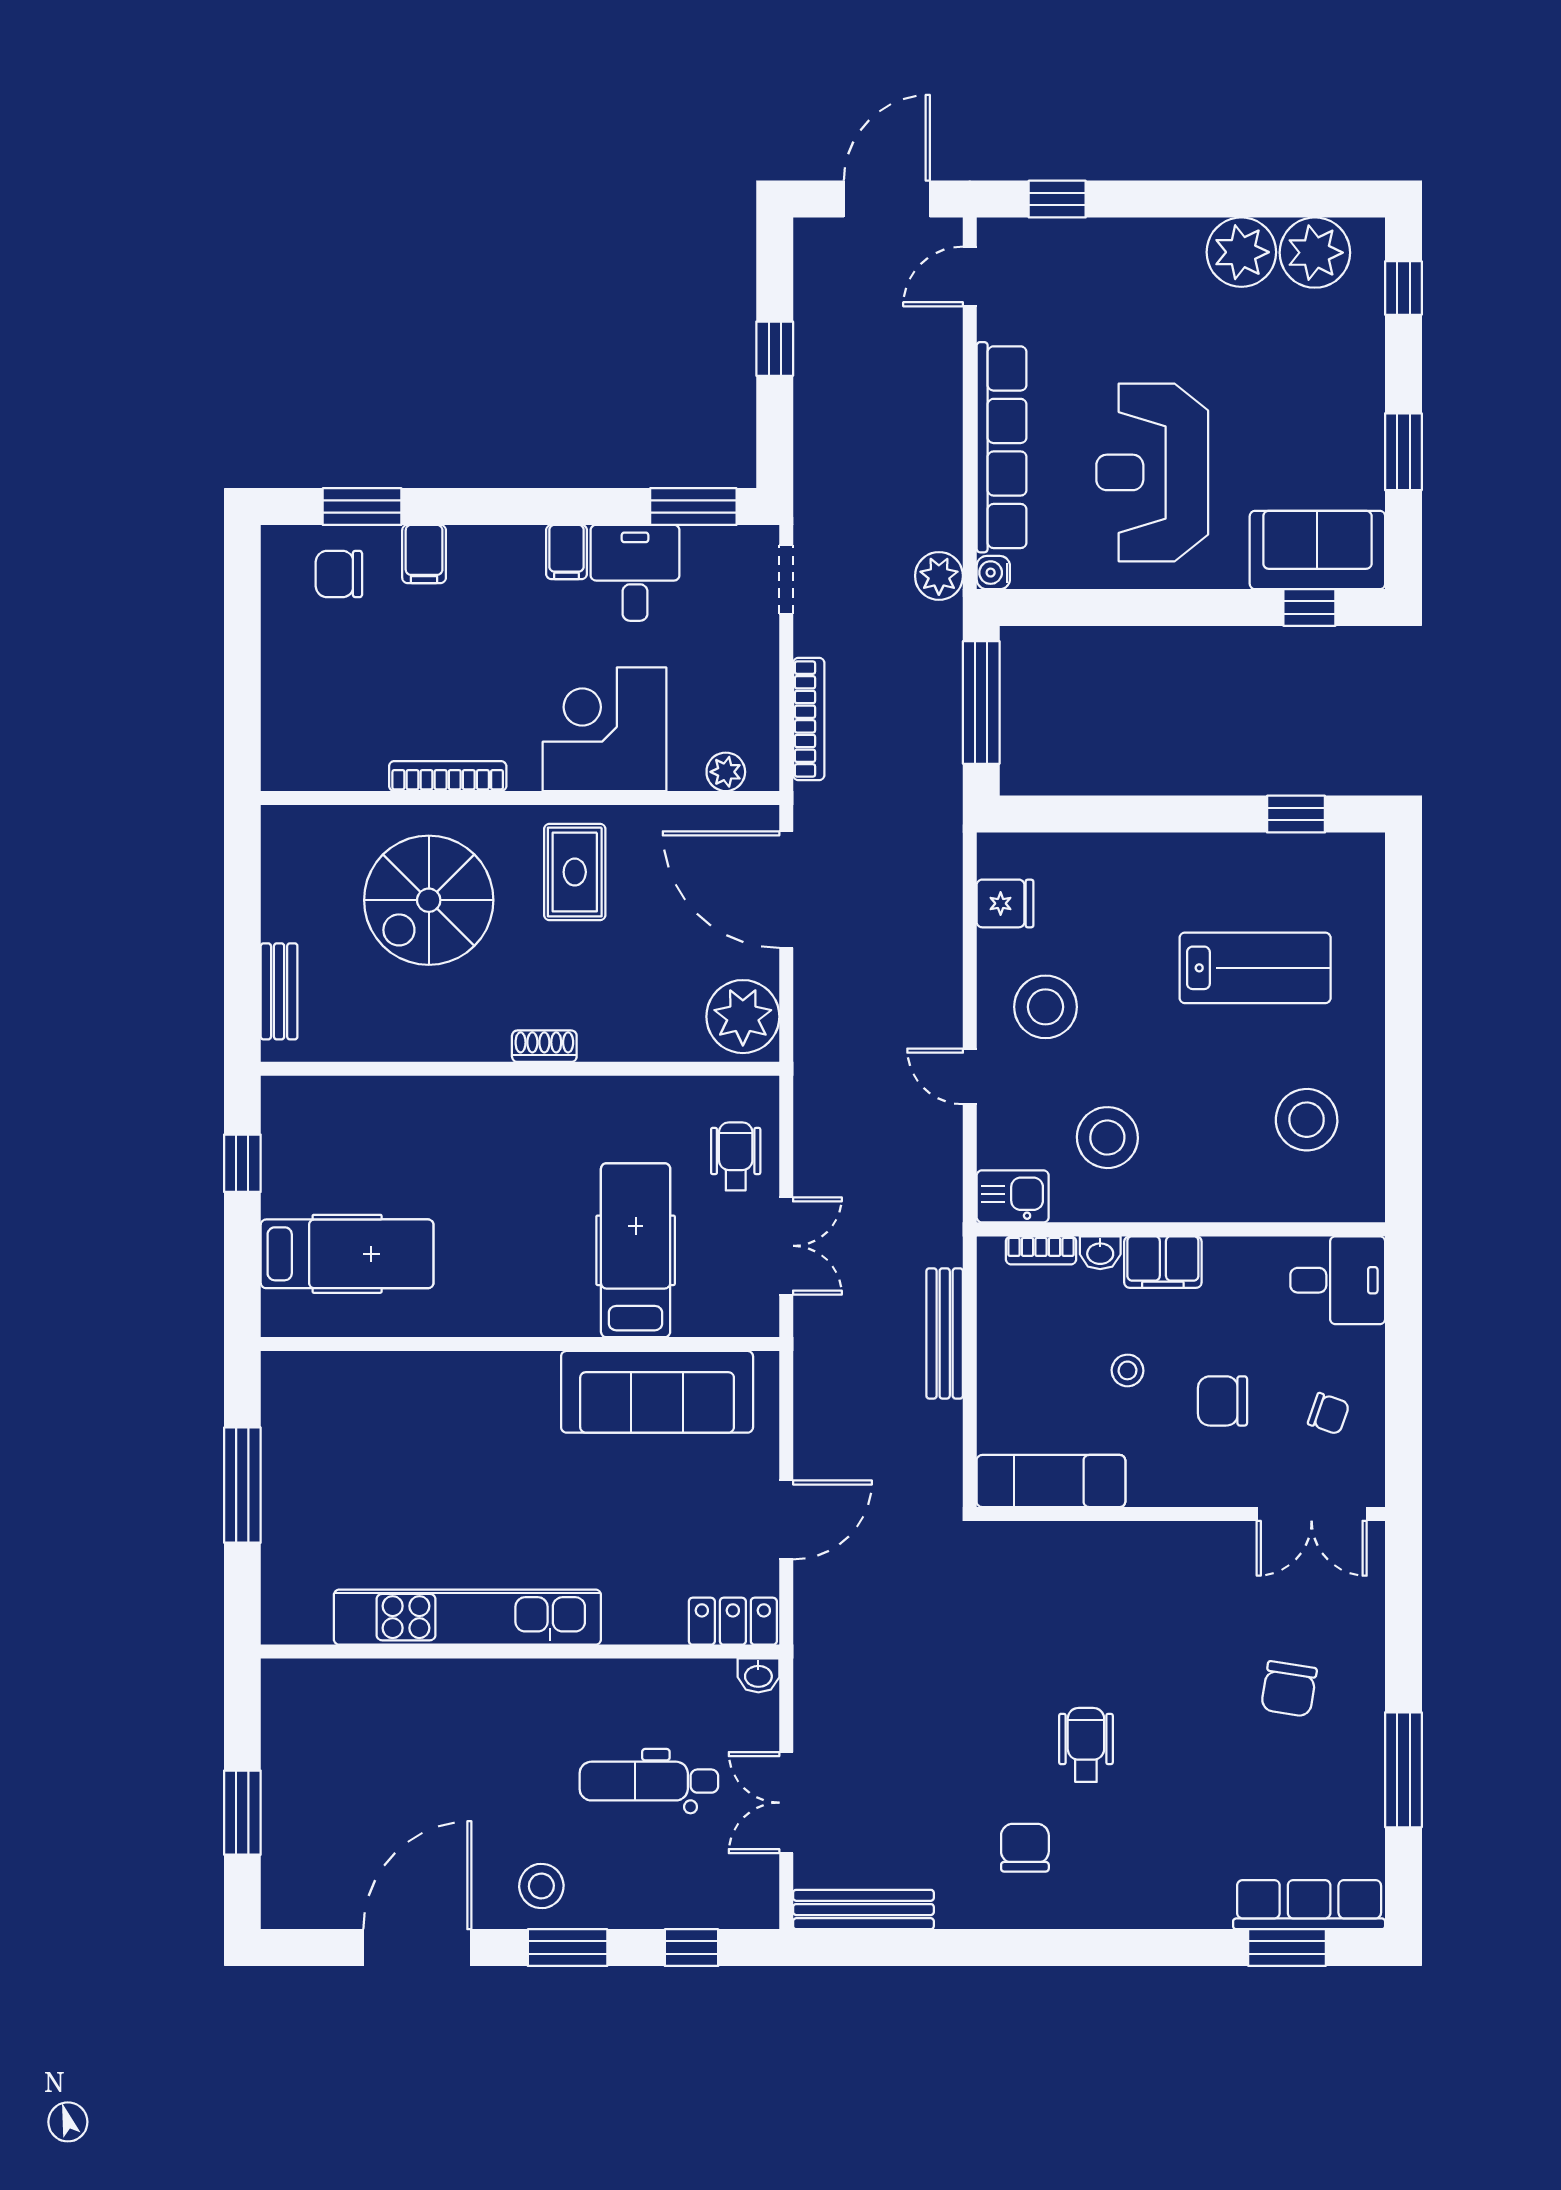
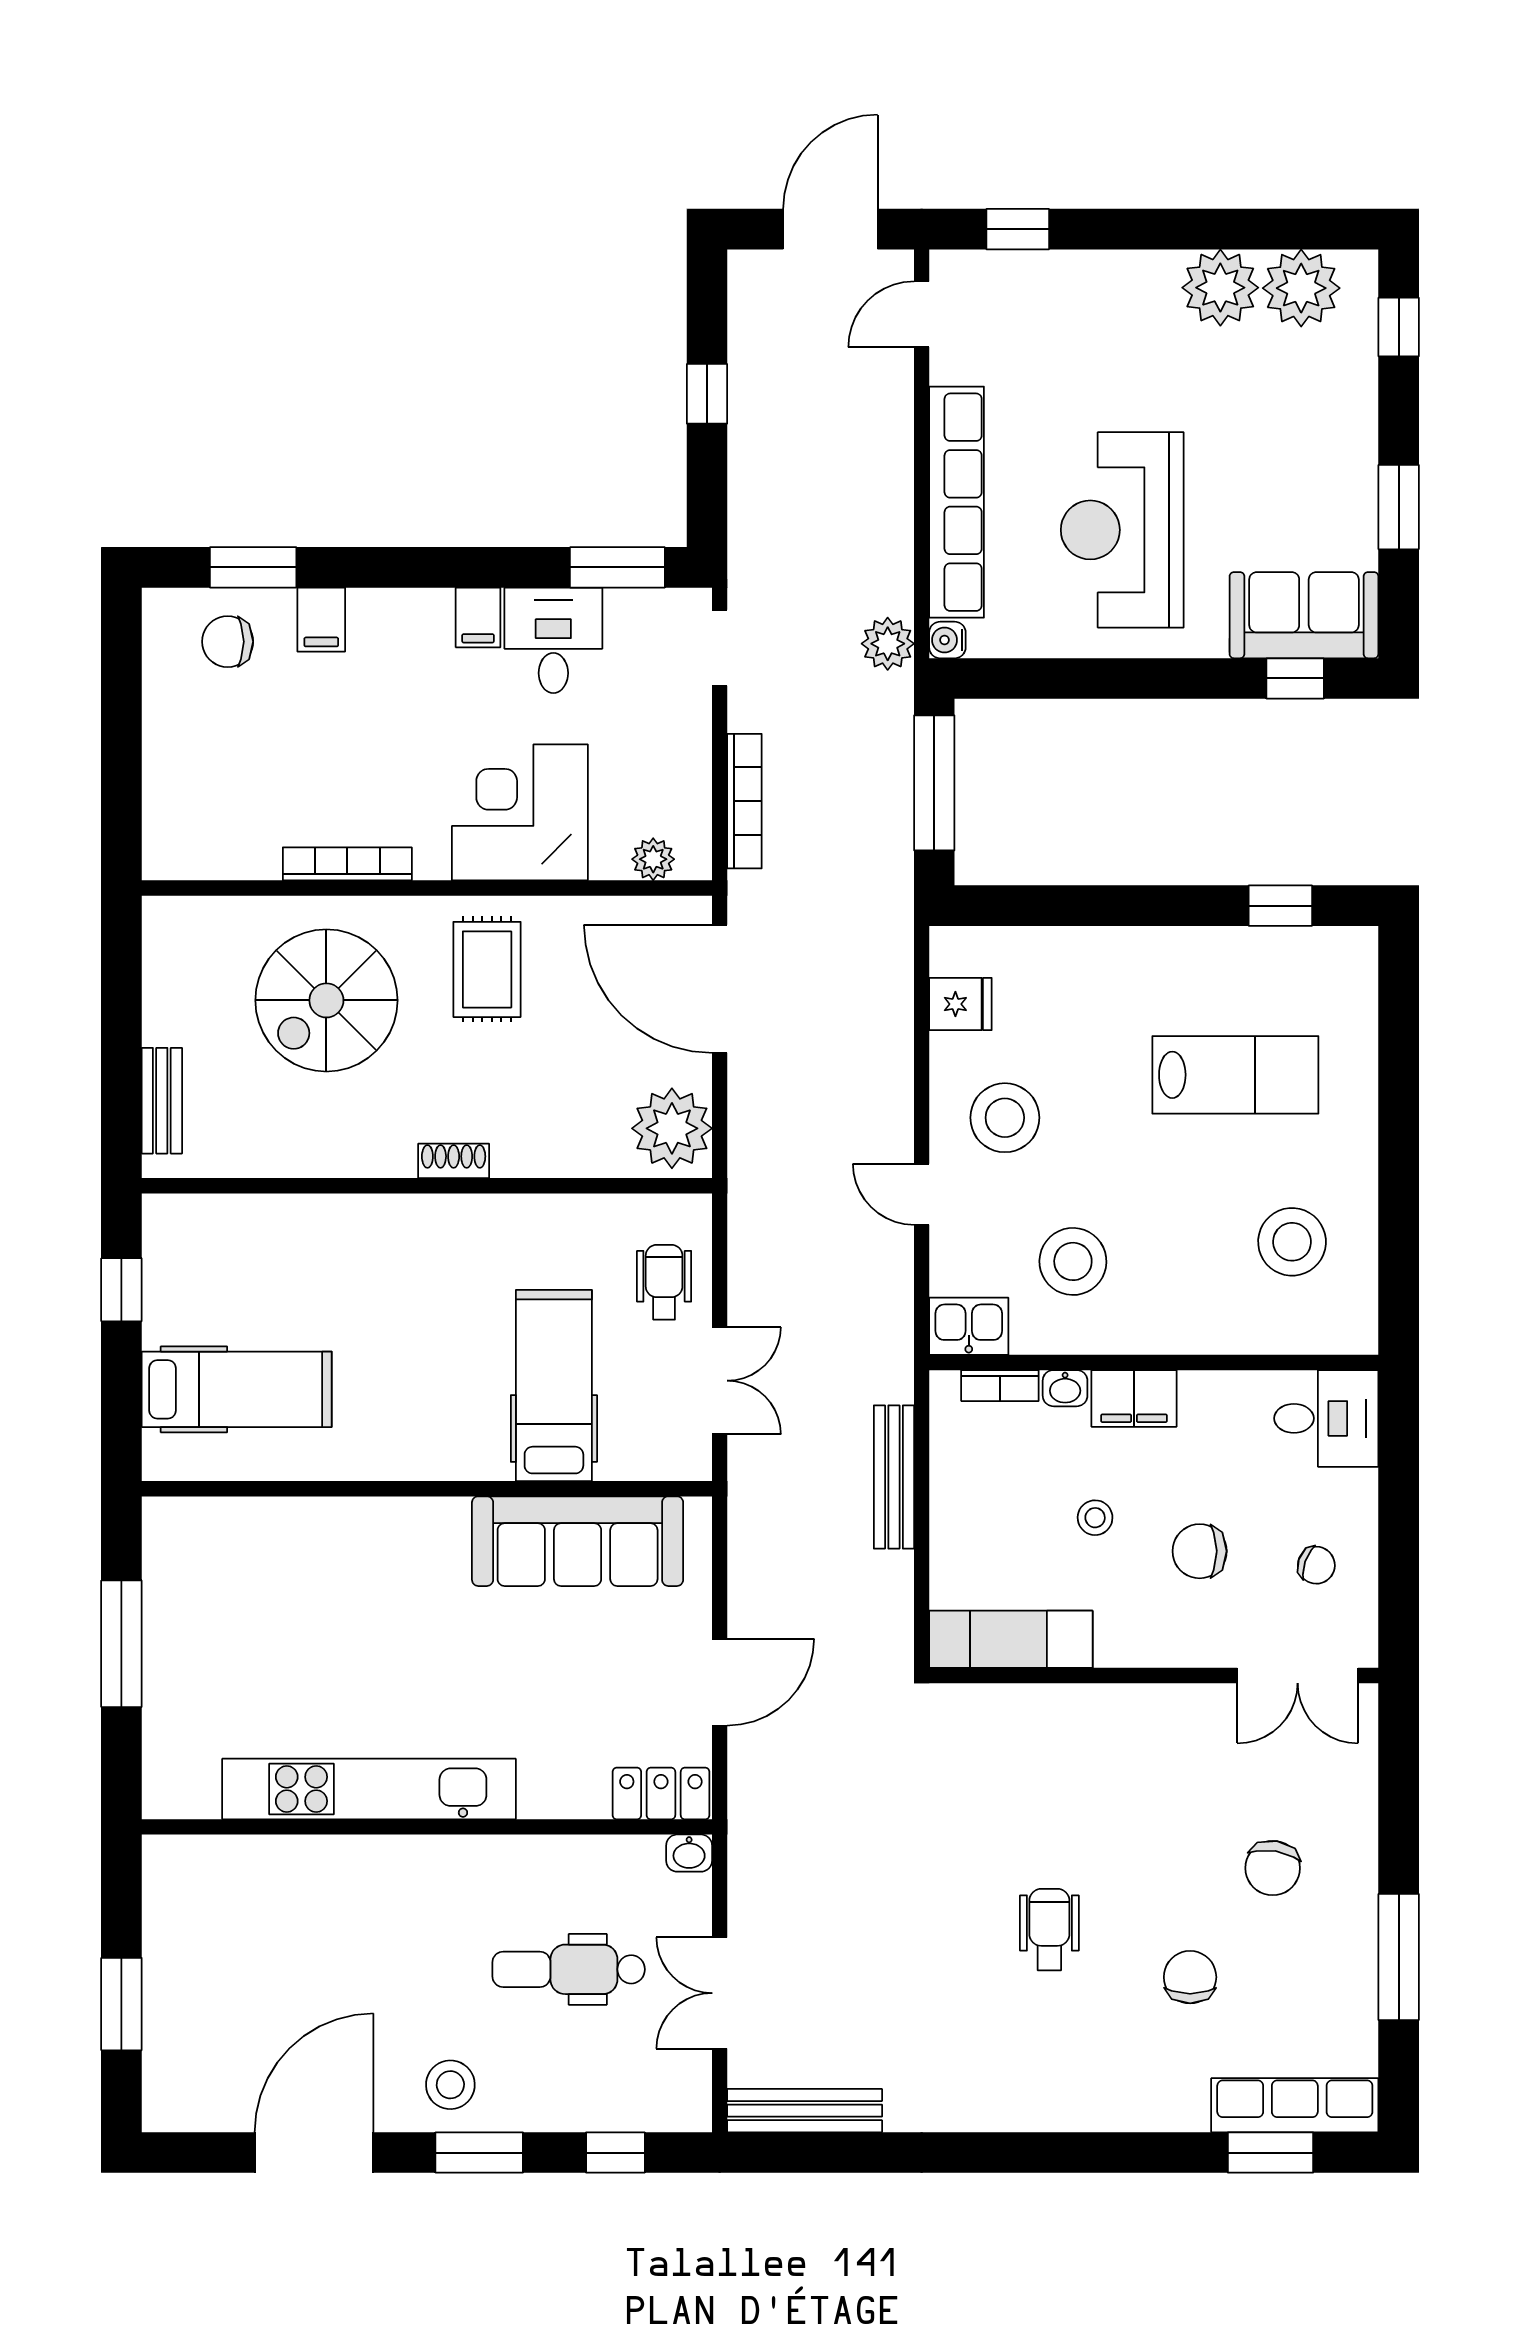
chair: (1025, 1848) -> (1190, 1977), moved

